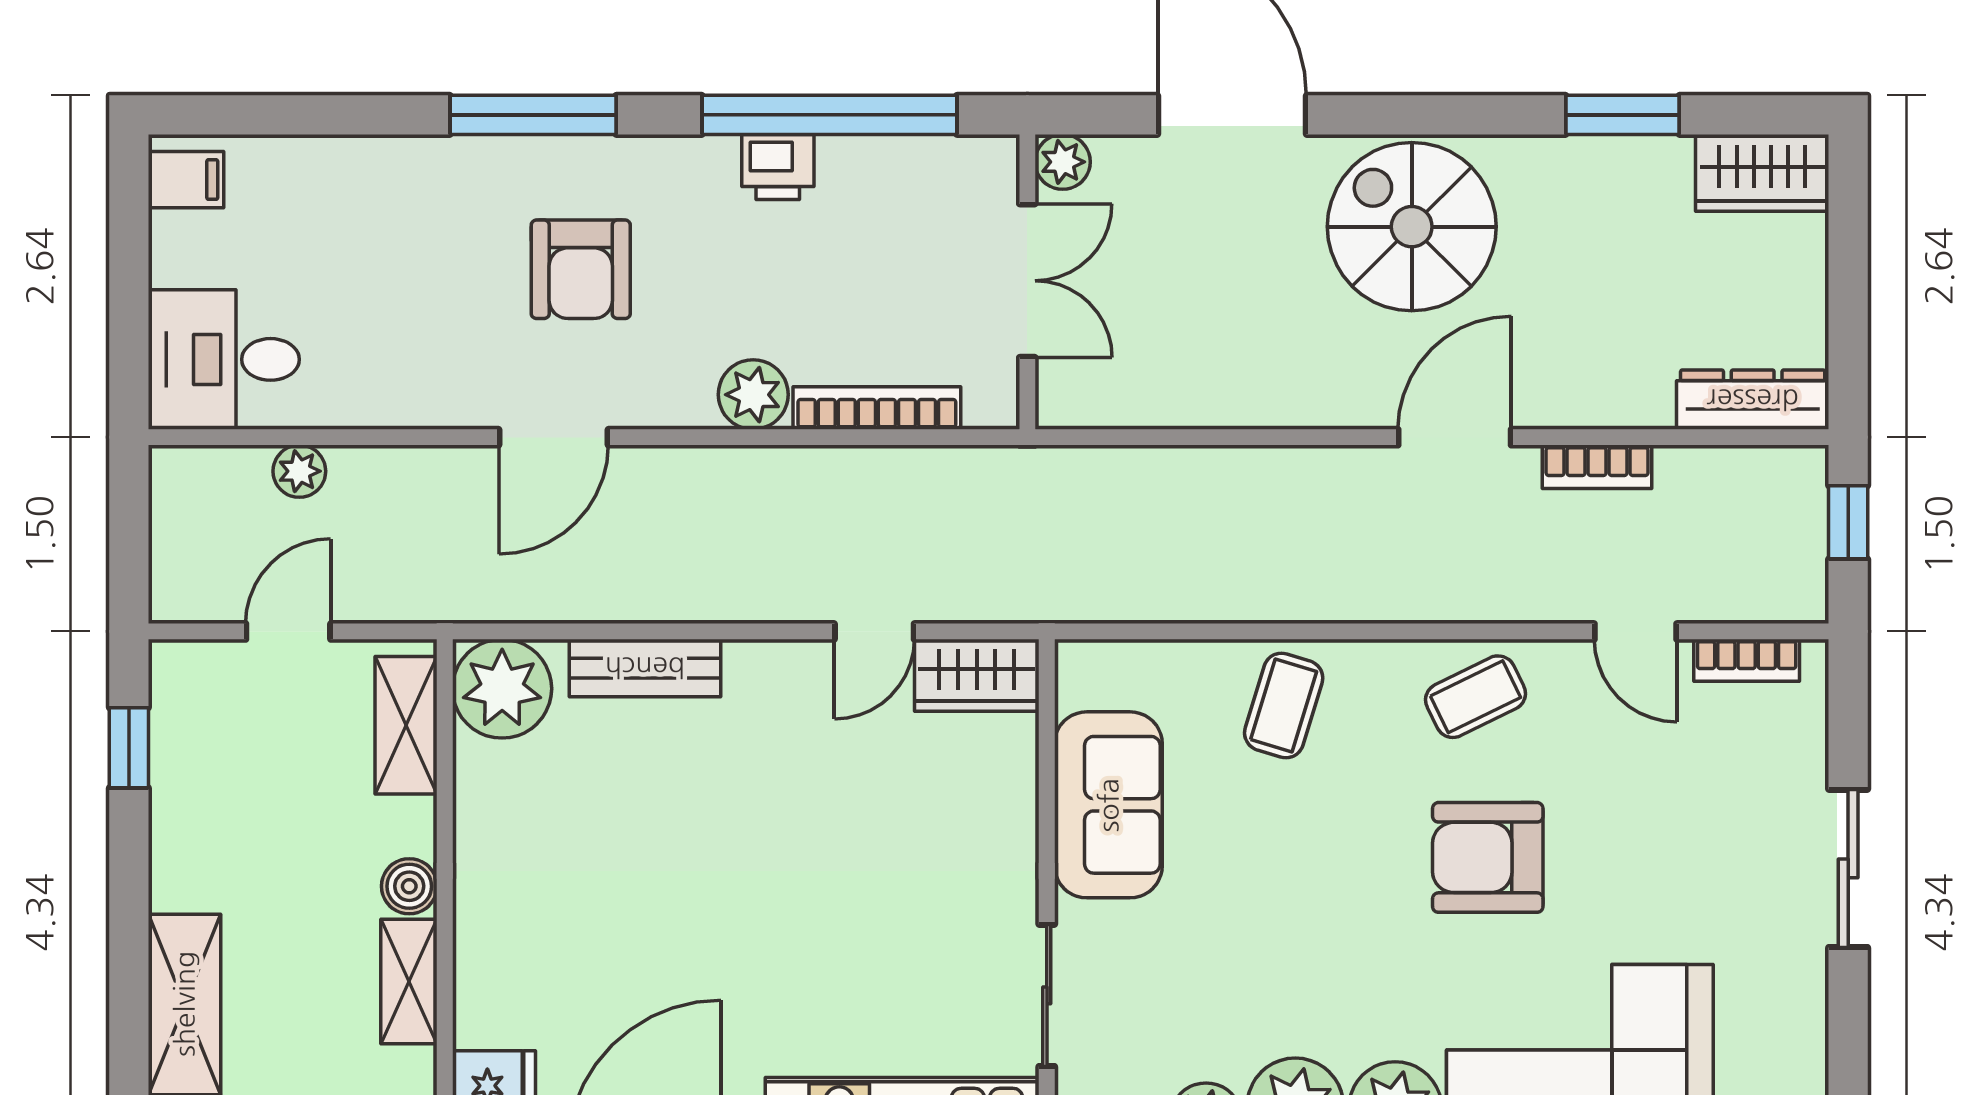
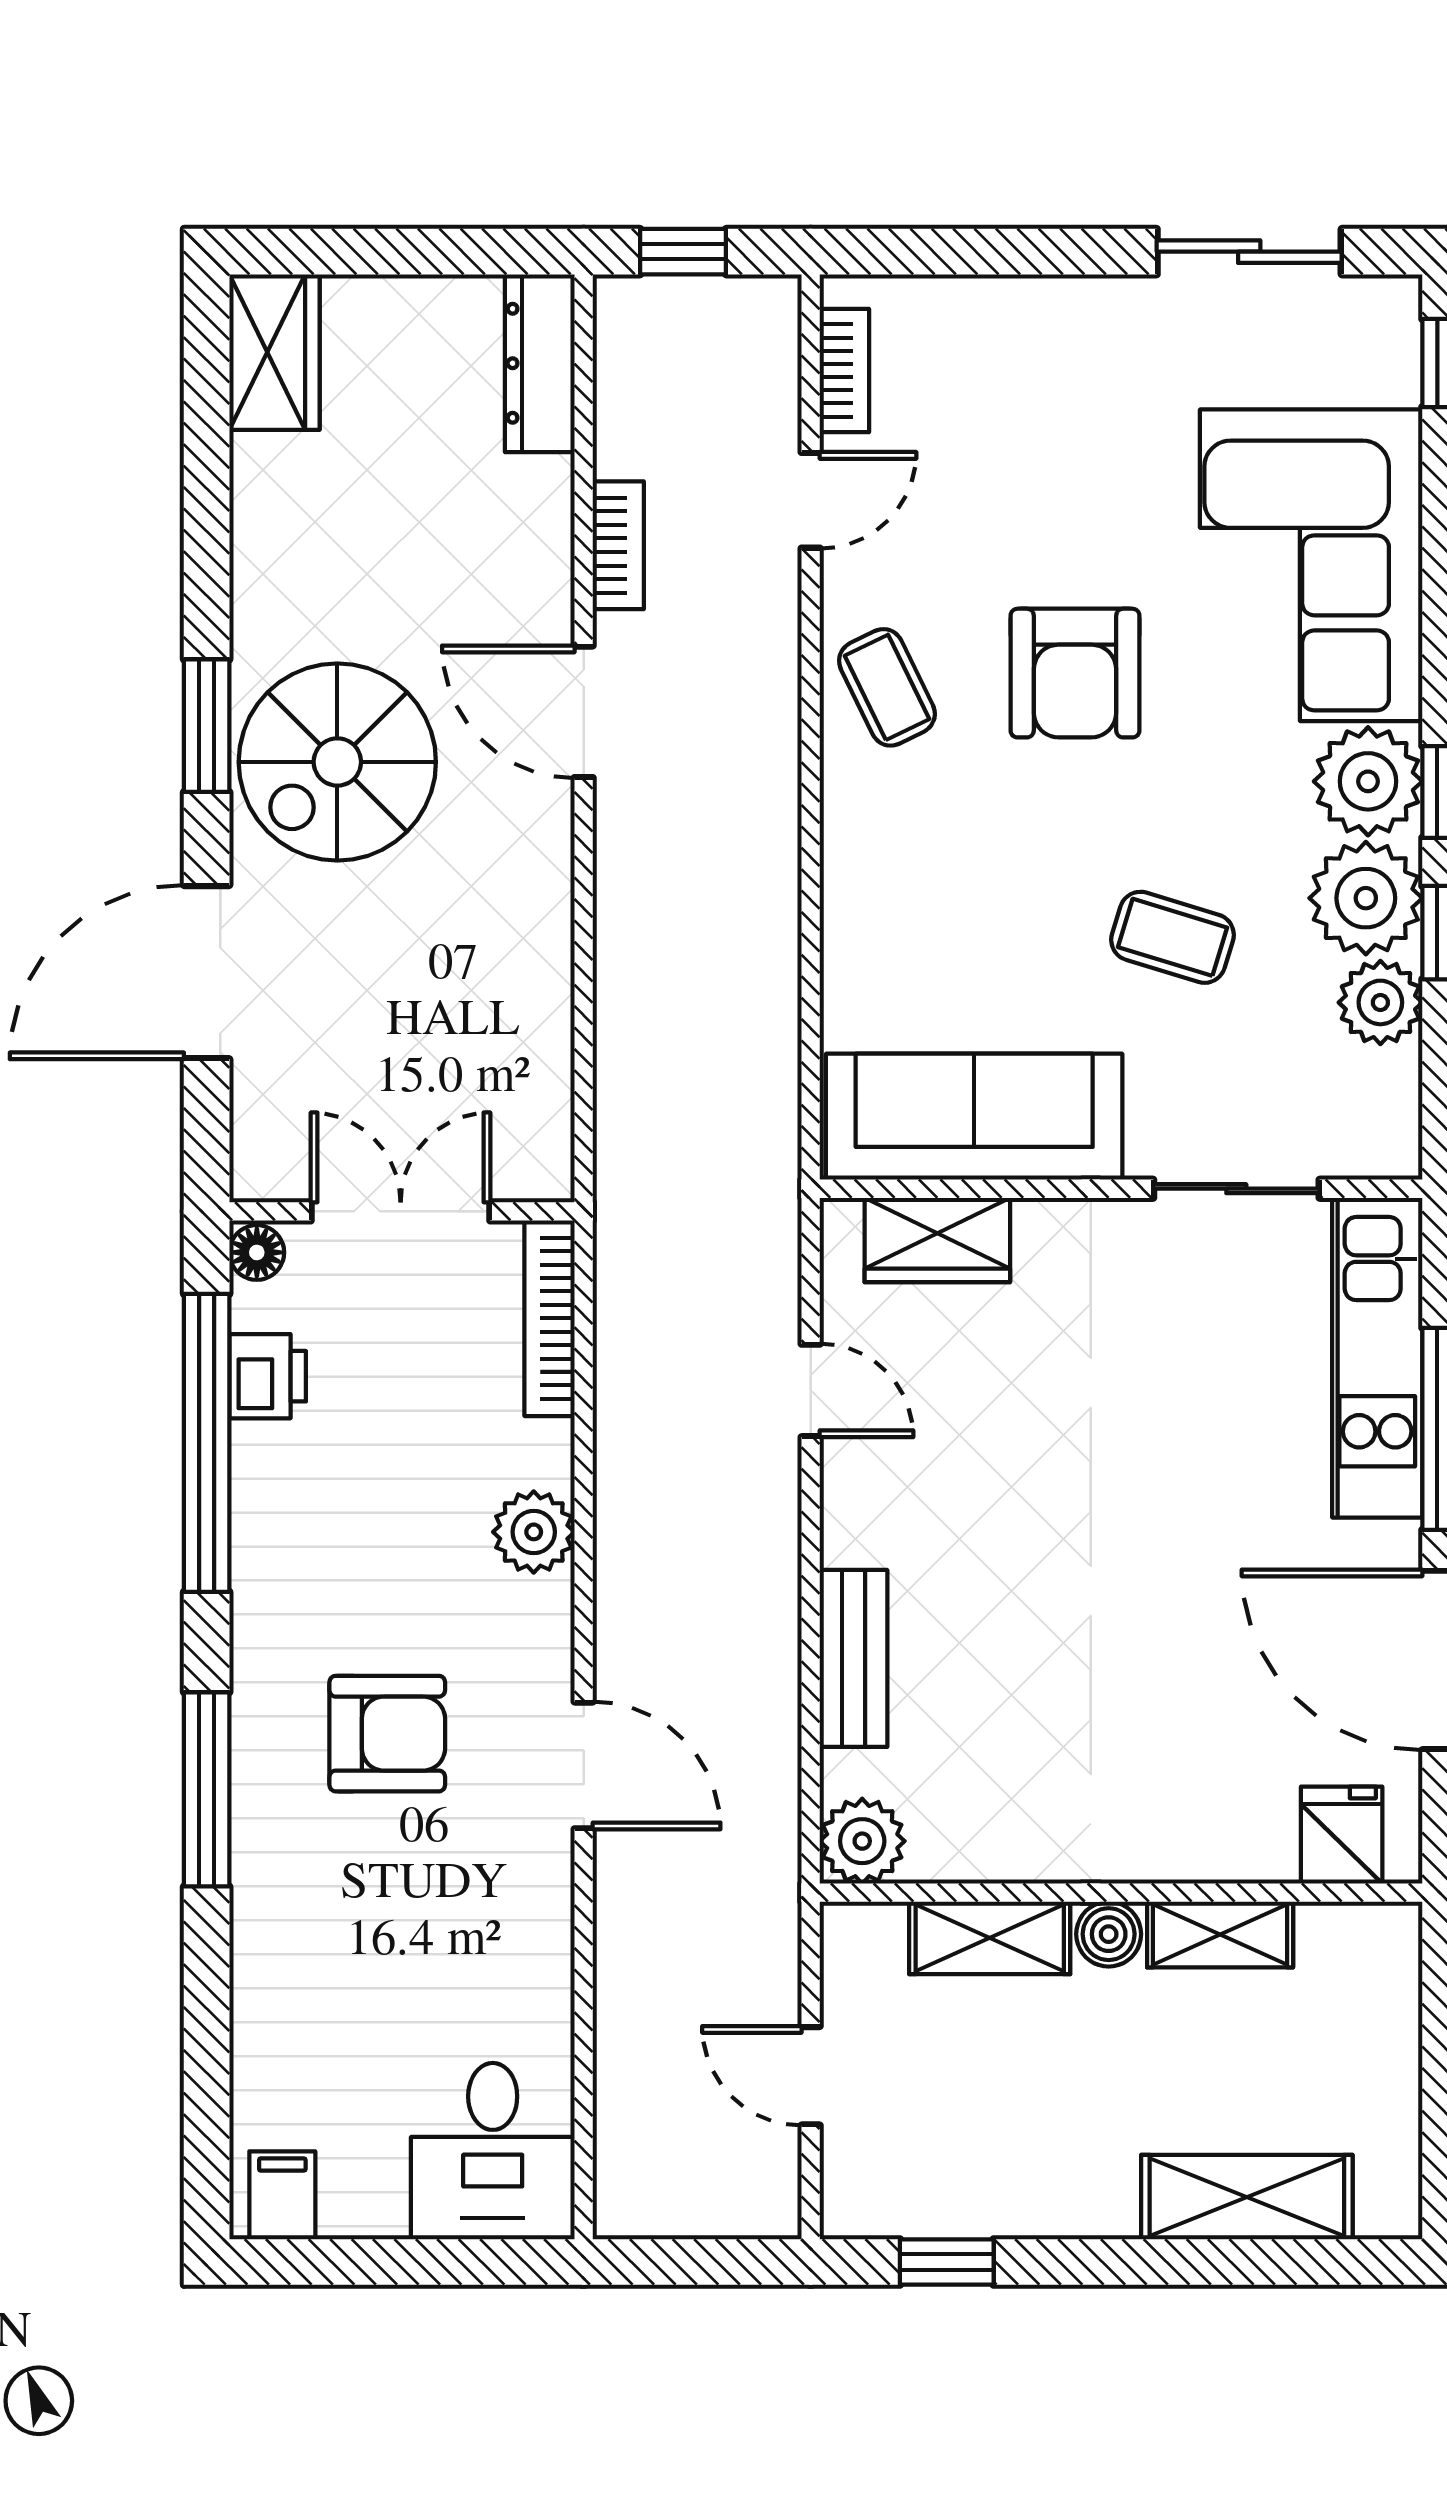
window: (1622, 115) -> (207, 726), moved
floor lamp: (992, 158) -> (257, 1252), added
plant: (1063, 162) -> (262, 1170), removed
printer: (778, 167) -> (268, 1376), moved
bookcase: (877, 408) -> (549, 1318), moved
plant: (299, 471) -> (623, 2063), removed
wardrobe: (977, 675) -> (937, 1240), moved, turned 90
plant: (502, 689) -> (862, 1841), width x0.73, depth x0.73
coffee table: (1284, 705) -> (1172, 937), moved
shelving: (406, 725) -> (990, 1938), moved
sofa: (1108, 805) -> (974, 1117), width x1.36
sliding door: (1848, 868) -> (1249, 252), moved

